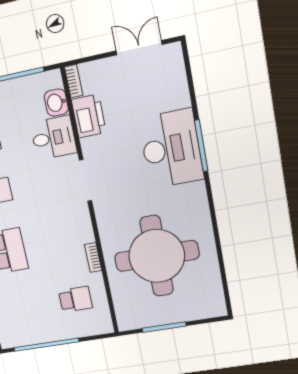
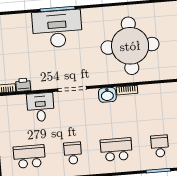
washbasin: (56, 103) -> (107, 95), moved
printer: (89, 116) -> (23, 85), width x0.53, depth x0.68
school desk: (75, 299) -> (160, 146), moved

